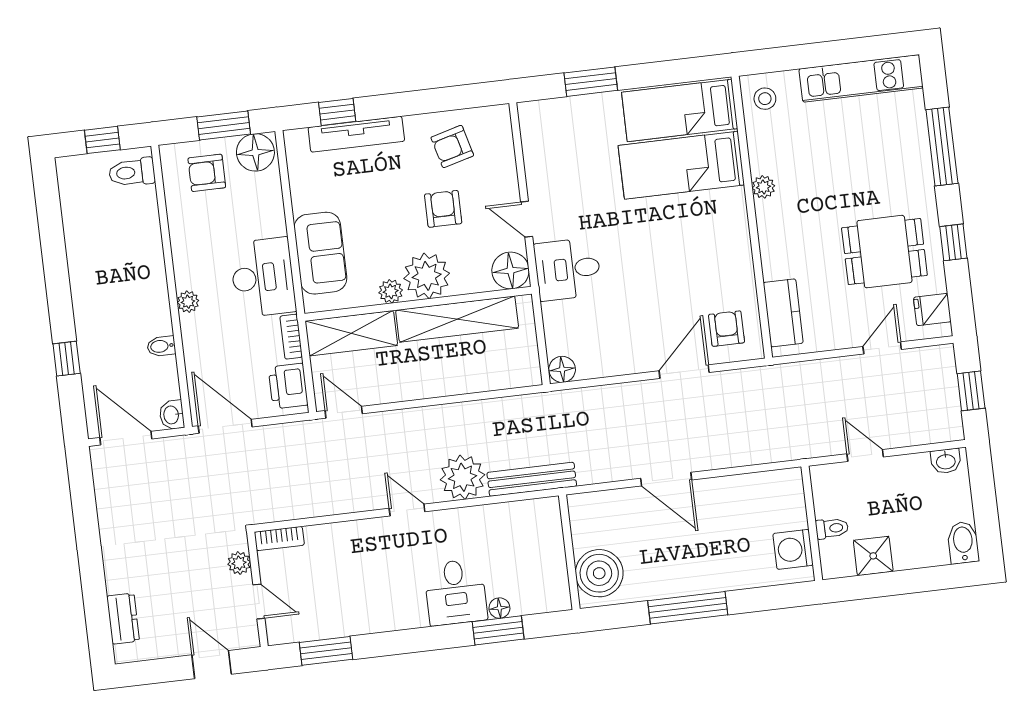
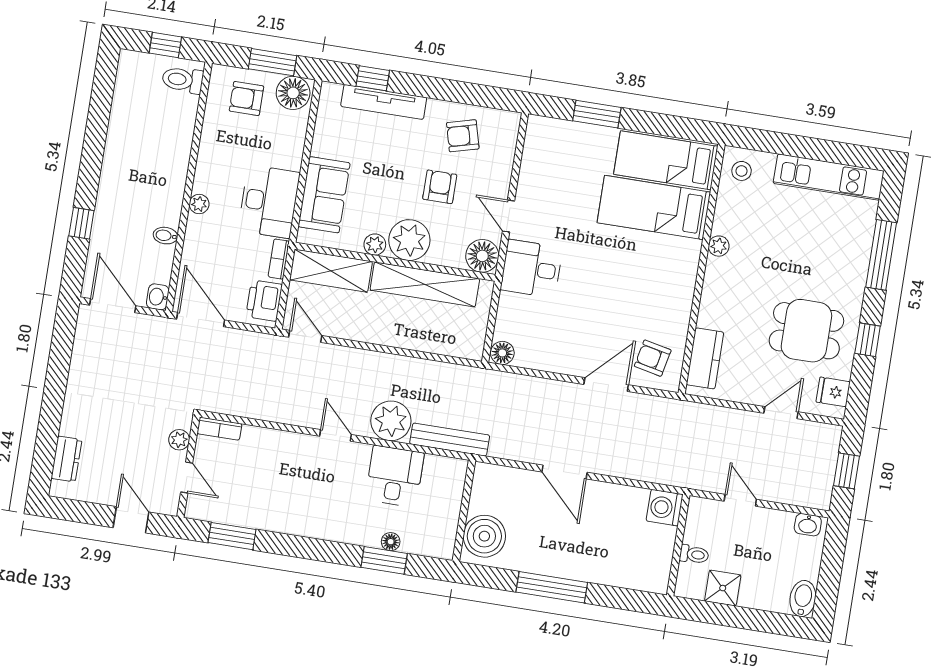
armchair: (727, 329) -> (653, 358), turned -78
washing machine: (793, 549) -> (665, 508), moved
desk: (455, 592) -> (395, 476), moved, turned 180

